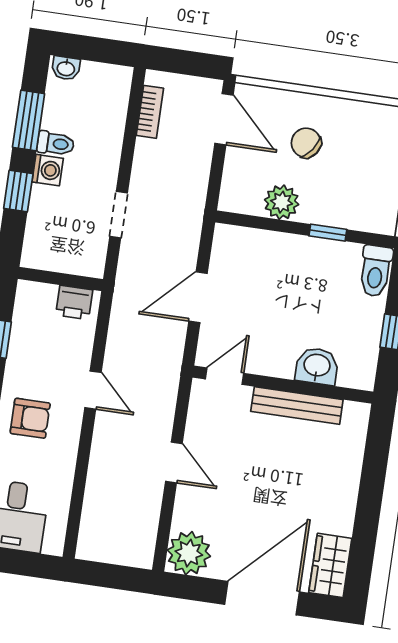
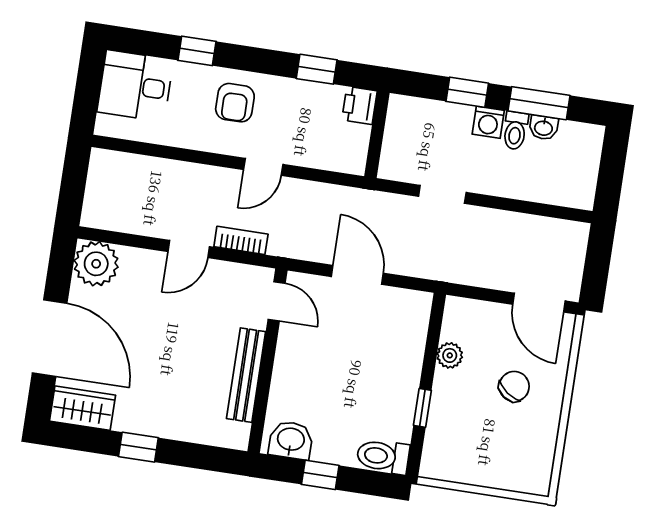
washbasin: (66, 68) -> (544, 128), moved, turned -90
bookcase: (150, 112) -> (241, 240), moved, turned 180
door: (224, 119) -> (539, 303), hinge flipped
plant: (282, 202) -> (450, 355), width x0.73, depth x0.73
printer: (74, 302) -> (359, 105), moved
washbasin: (317, 366) -> (291, 440), moved, turned -90
window: (368, 511) -> (138, 447), added

